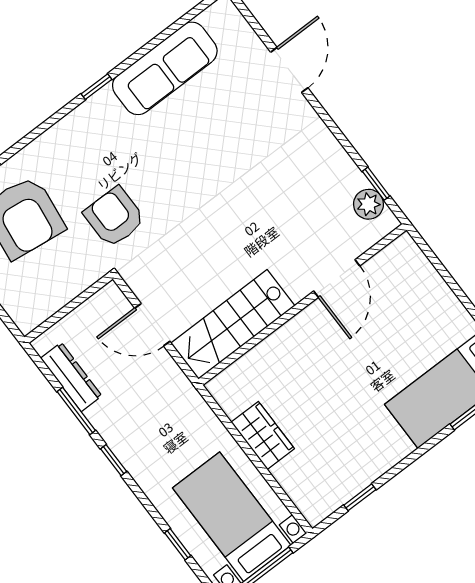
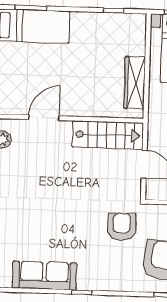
armchair: (114, 217) -> (122, 227), turned 180
wardrobe: (263, 435) -> (135, 83), width x1.50

